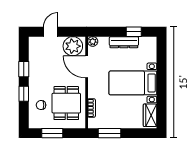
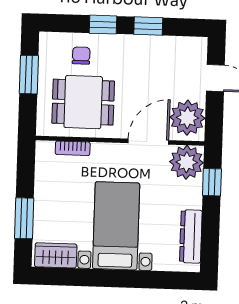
window: (134, 32) -> (212, 182), moved
plant: (93, 41) -> (187, 162), width x1.87, depth x1.87
dresser: (124, 42) -> (191, 236), moved
window: (110, 133) -> (24, 218), moved

